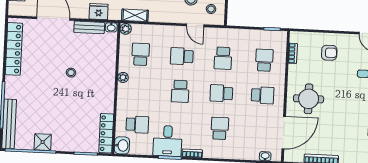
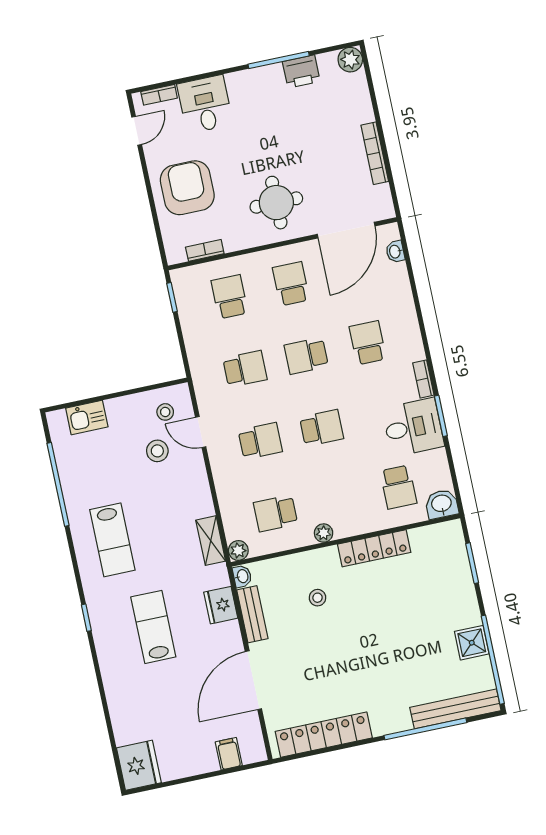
door: (195, 25) -> (201, 432), swing flipped
armchair: (329, 53) -> (187, 188), width x1.88, depth x1.88
school desk: (182, 56) -> (260, 441), turned -90
school desk: (264, 60) -> (230, 297), turned 90
stool: (71, 73) -> (318, 598), moved
school desk: (221, 93) -> (306, 356), turned 90
school desk: (137, 124) -> (398, 487), turned 180
school desk: (220, 128) -> (368, 343), turned 90
locker: (106, 133) -> (374, 548), moved
door: (284, 133) -> (346, 230), swing flipped

